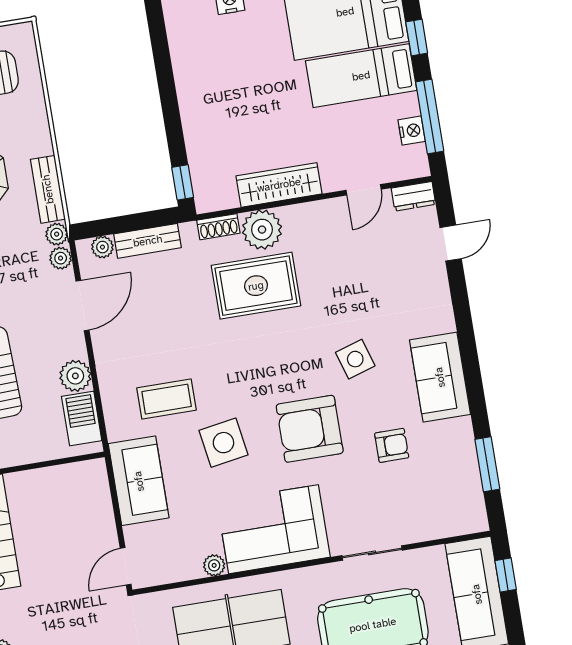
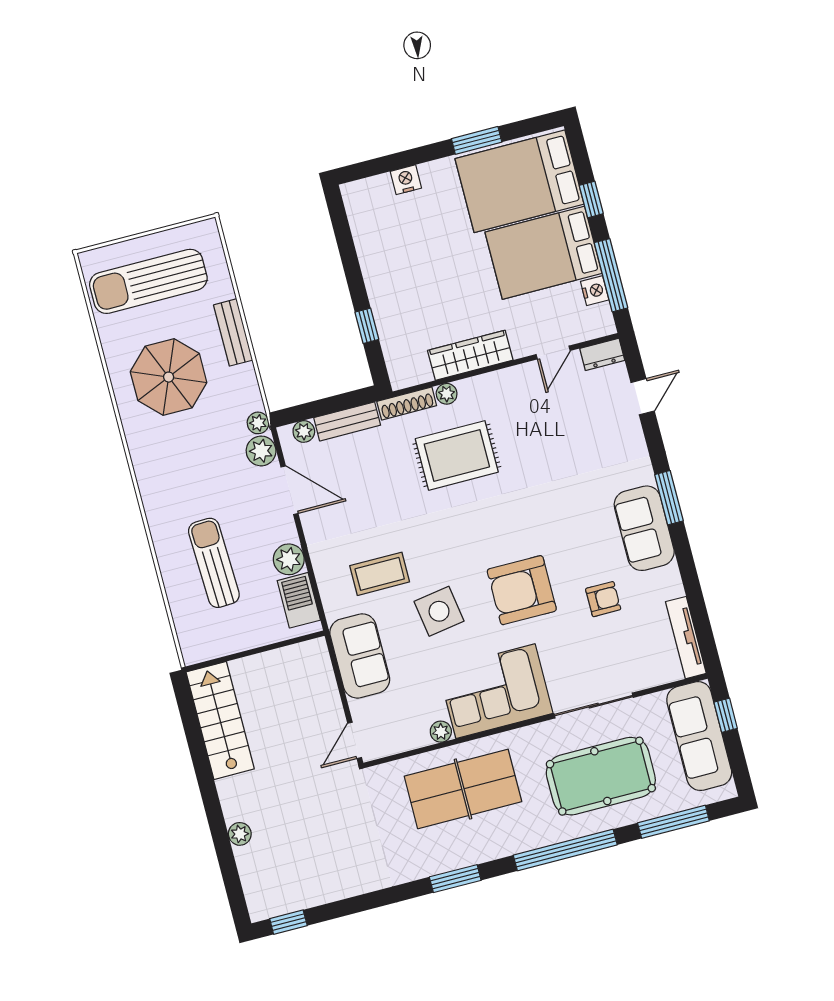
bed: (361, 76) -> (544, 253), width x1.50
window: (183, 182) -> (367, 326), moved
bench: (48, 189) -> (233, 332), moved
shoe rack: (218, 227) -> (407, 403), width x1.43
plant: (262, 230) -> (447, 394), width x0.53, depth x0.53
plant: (61, 258) -> (261, 451), width x1.38, depth x1.38
door: (82, 306) -> (290, 490), hinge flipped
side table: (355, 359) -> (560, 518), removed
window: (487, 464) -> (669, 498), moved
tv unit: (472, 492) -> (686, 638), added
sliding door: (372, 553) -> (594, 706), width x1.37

